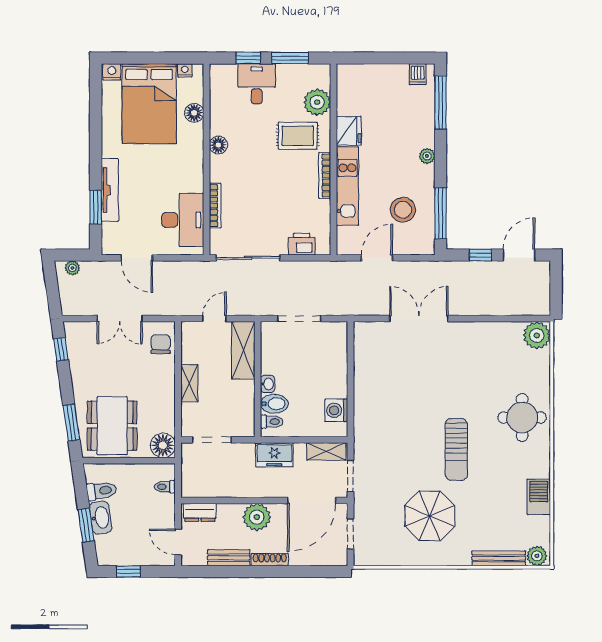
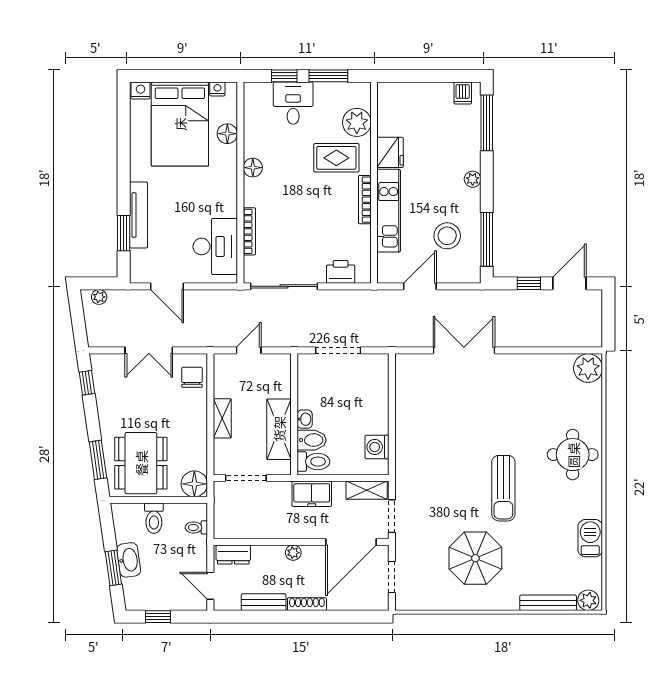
shelving: (243, 350) -> (279, 429), moved
toilet: (272, 422) -> (313, 462), width x1.37, depth x1.39
toilet: (101, 491) -> (154, 518), moved, turned 98
plant: (257, 517) -> (293, 553), width x0.53, depth x0.53

